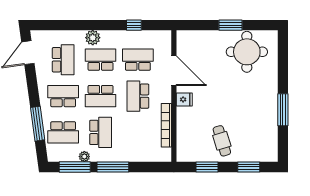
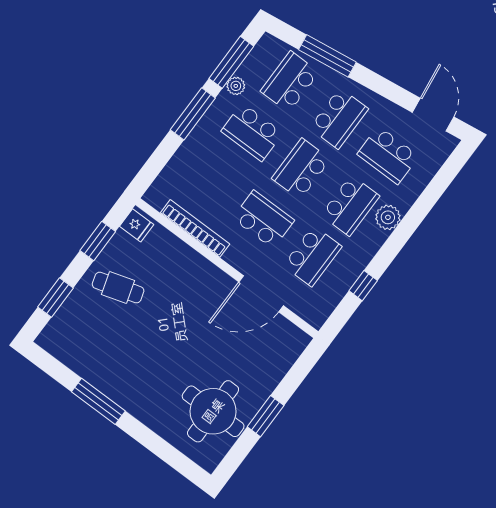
fridge: (184, 99) -> (137, 225), moved, turned -90

